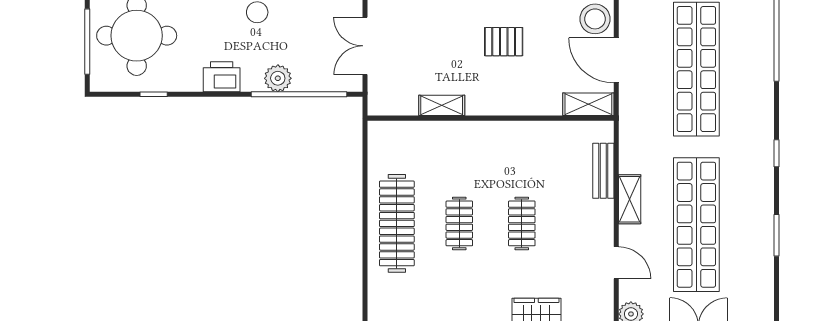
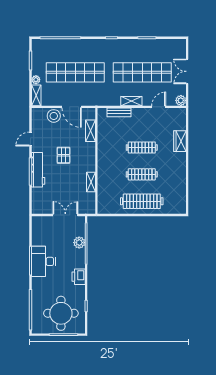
double door: (365, 46) -> (65, 215), swing flipped
door: (616, 60) -> (72, 107), hinge flipped
plant: (278, 78) -> (79, 243), moved
shelving: (588, 104) -> (90, 131), moved
clothes rail: (459, 223) -> (142, 174), width x1.36
clothes rail: (522, 223) -> (142, 147), width x1.36

